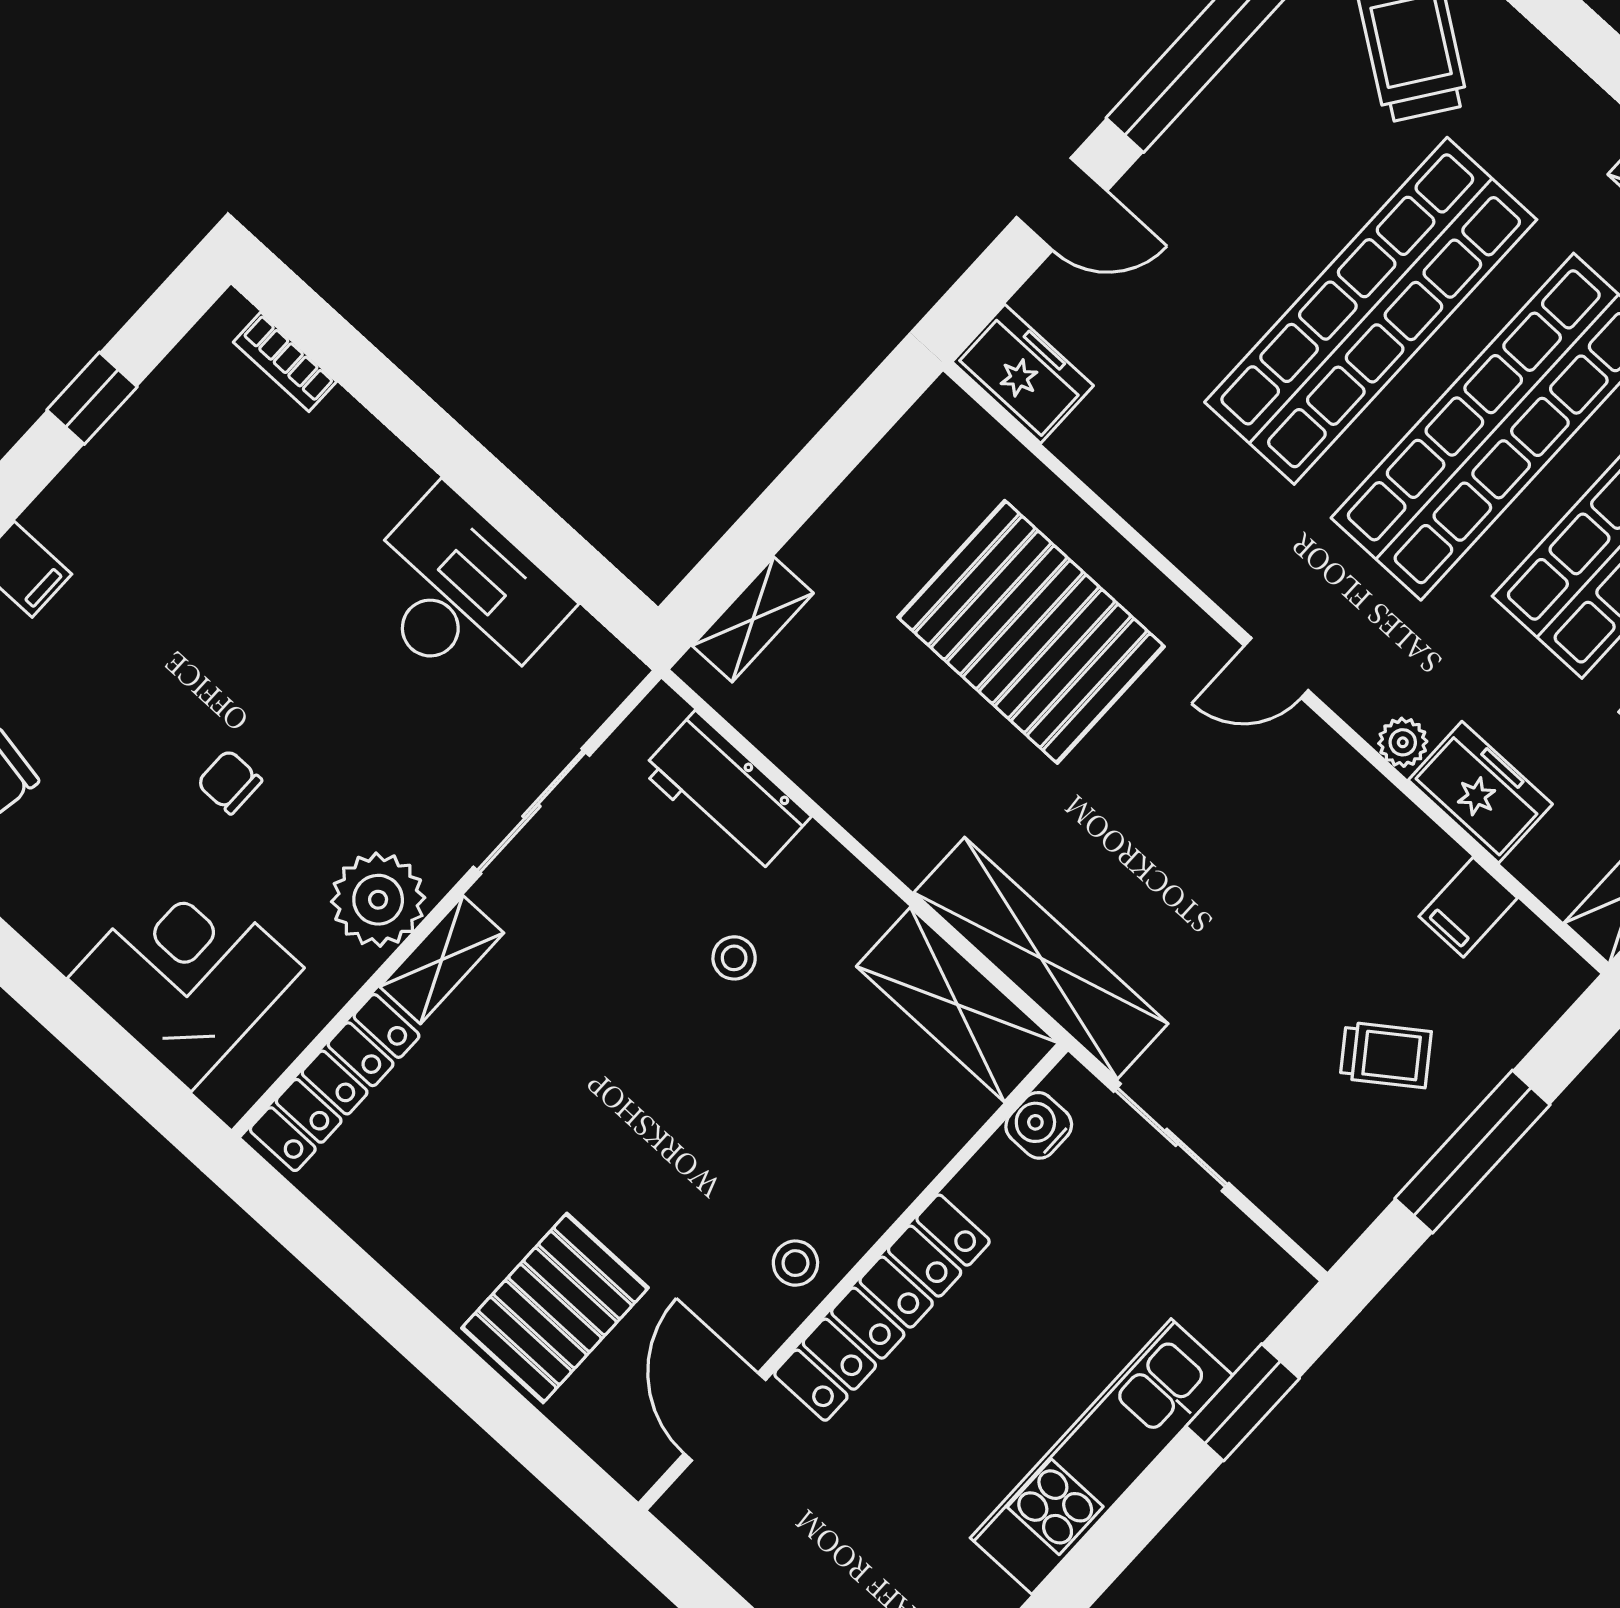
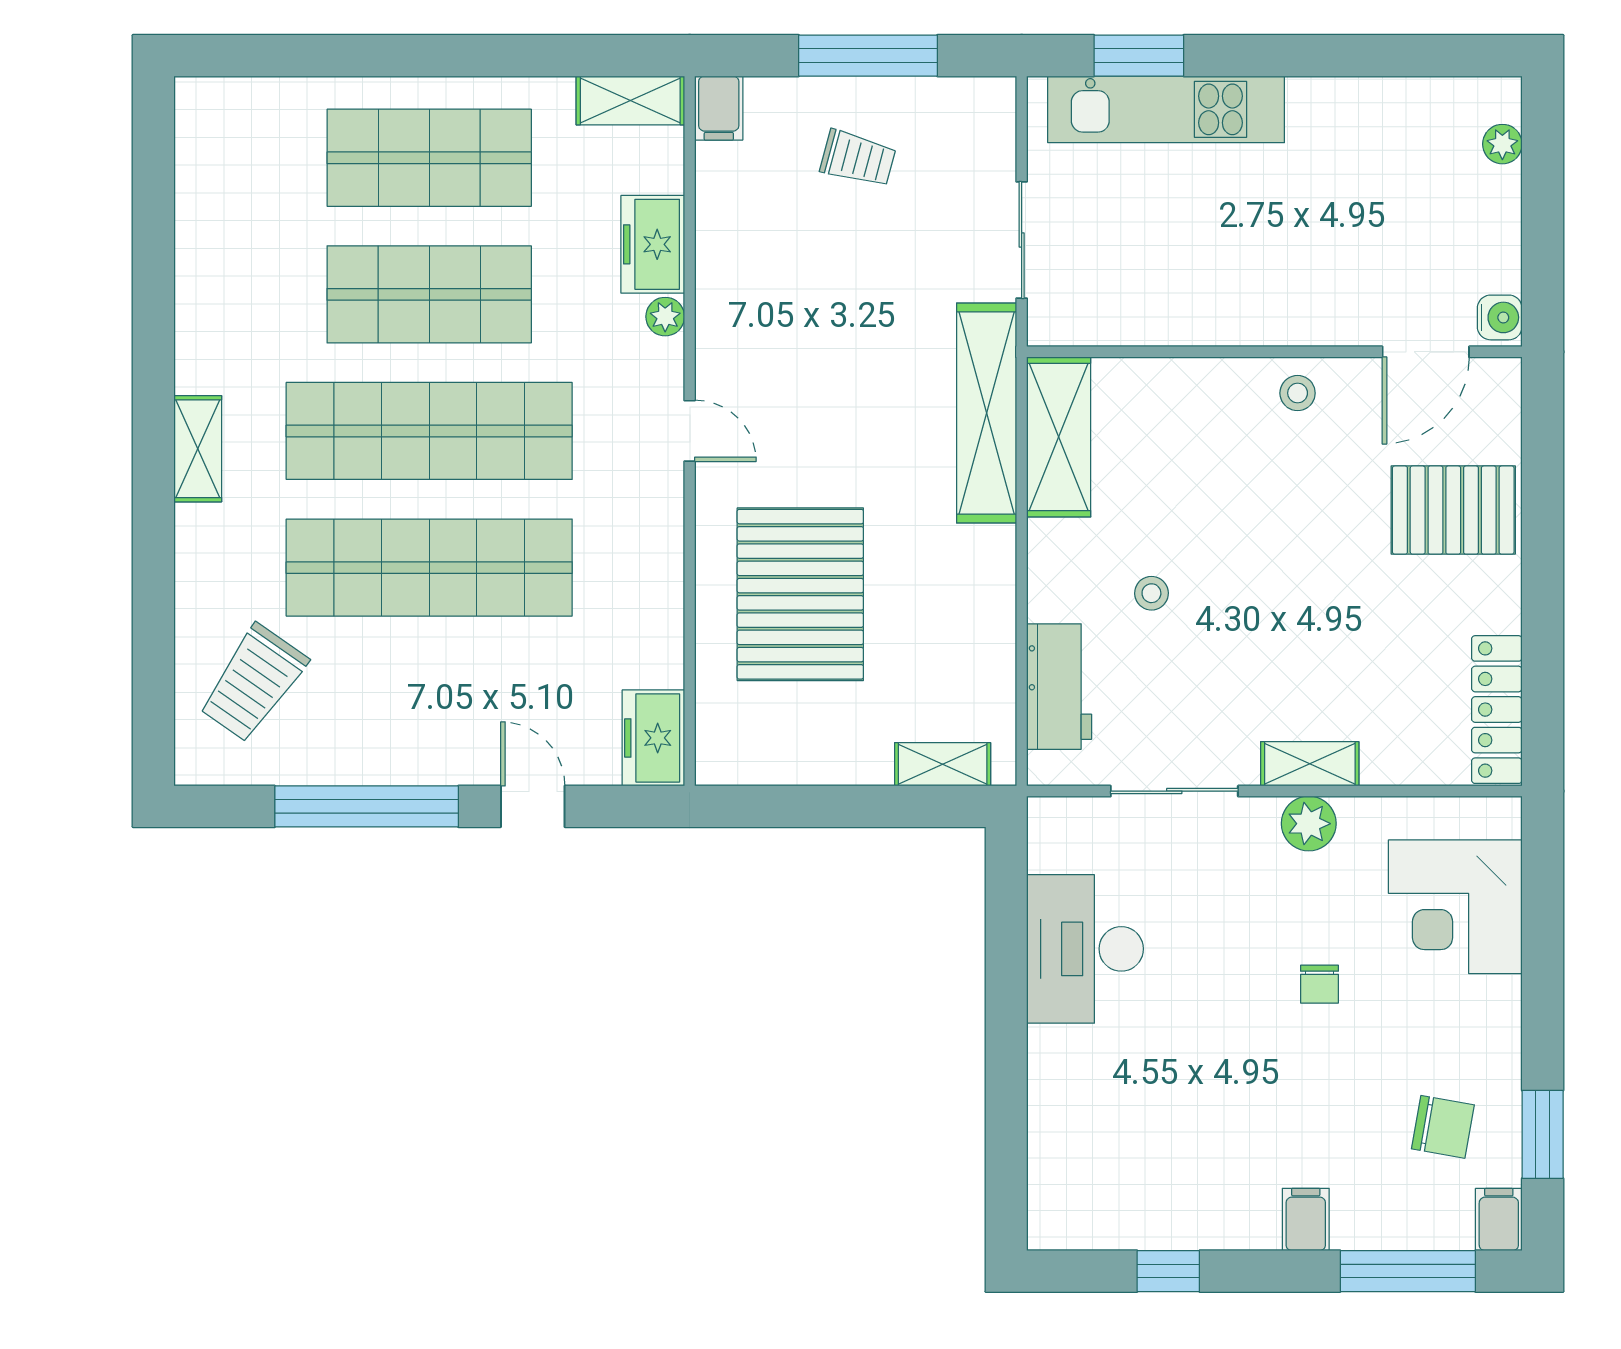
bookcase: (285, 362) -> (1043, 1177), removed
plant: (378, 900) -> (1309, 824), width x0.73, depth x0.73
filing cabinet: (1468, 907) -> (719, 108), moved, turned 90
trolley: (1386, 1055) -> (858, 159), turned 141
locker: (335, 1083) -> (1497, 710), moved, turned -90
water cooler: (1039, 1125) -> (1500, 317), moved, turned -90
locker: (882, 1308) -> (1277, 318), removed
kitchen unit: (1101, 1456) -> (1166, 109), moved

